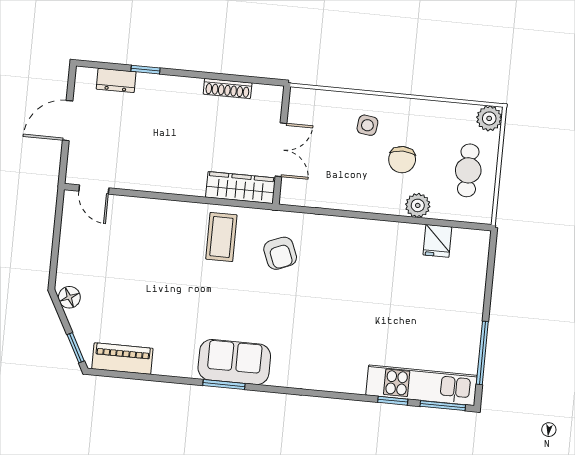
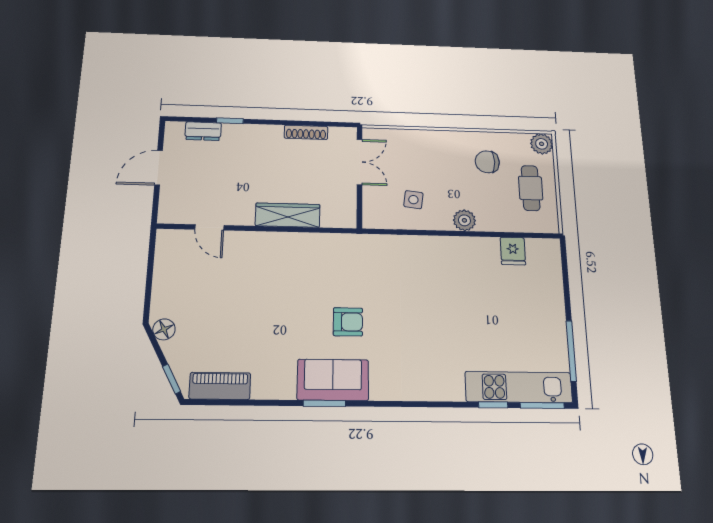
side table: (367, 125) -> (413, 200), moved
double door: (281, 150) -> (360, 162), moved
chair: (402, 160) -> (487, 162), moved, turned 90
wardrobe: (240, 188) -> (288, 215), moved
door: (94, 189) -> (209, 227), moved
plant: (418, 205) -> (464, 220), moved
coffee table: (221, 237) -> (311, 262), removed
armchair: (280, 253) -> (348, 322), moved, turned -68

